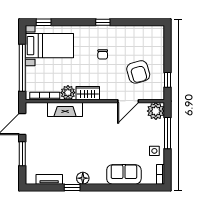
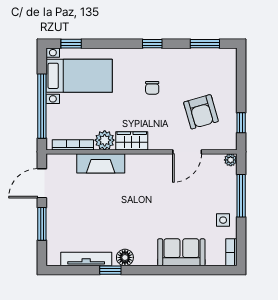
window: (141, 22) -> (205, 44), added
plant: (156, 111) -> (231, 160), width x0.53, depth x0.53
tv unit: (49, 179) -> (86, 259), width x1.41

